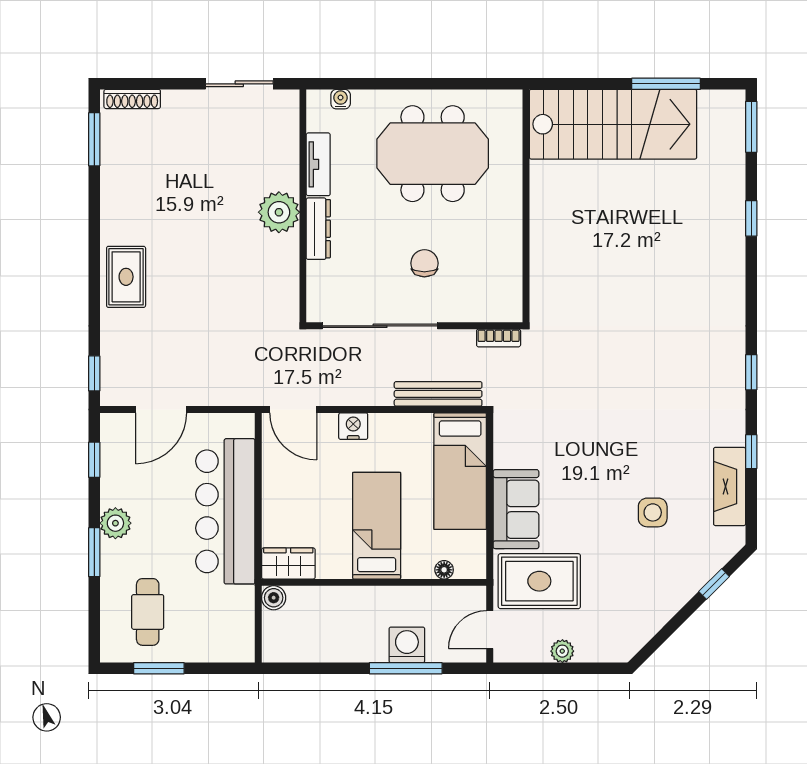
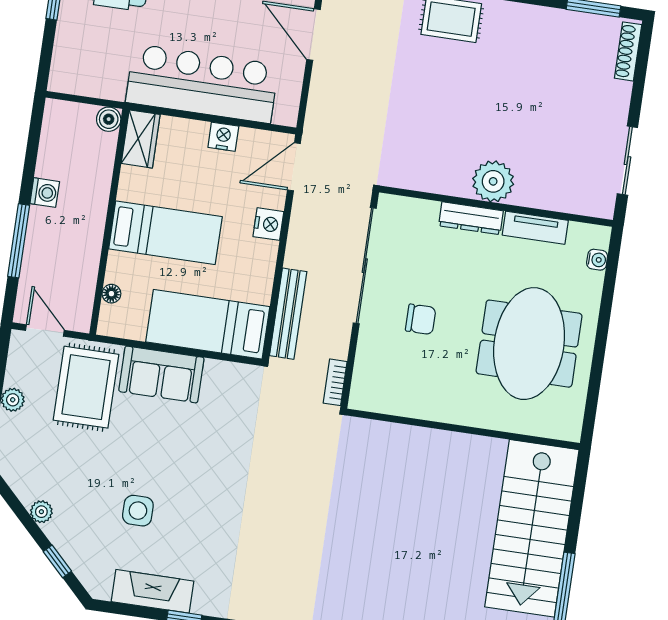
nightstand: (274, 483) -> (223, 137), added
plant: (668, 607) -> (41, 512), added
washing machine: (407, 645) -> (45, 193), moved, width x0.73, depth x0.73

